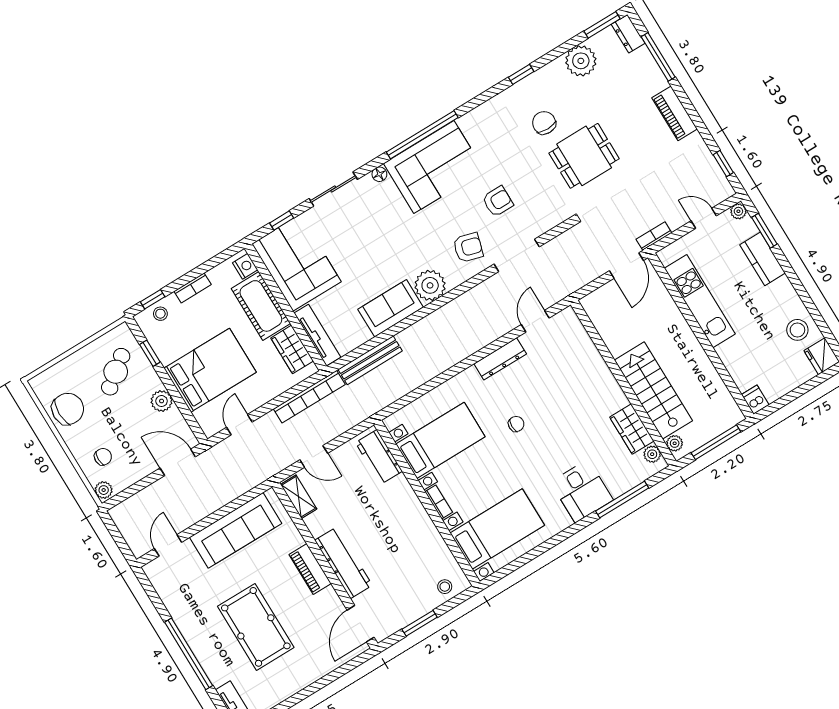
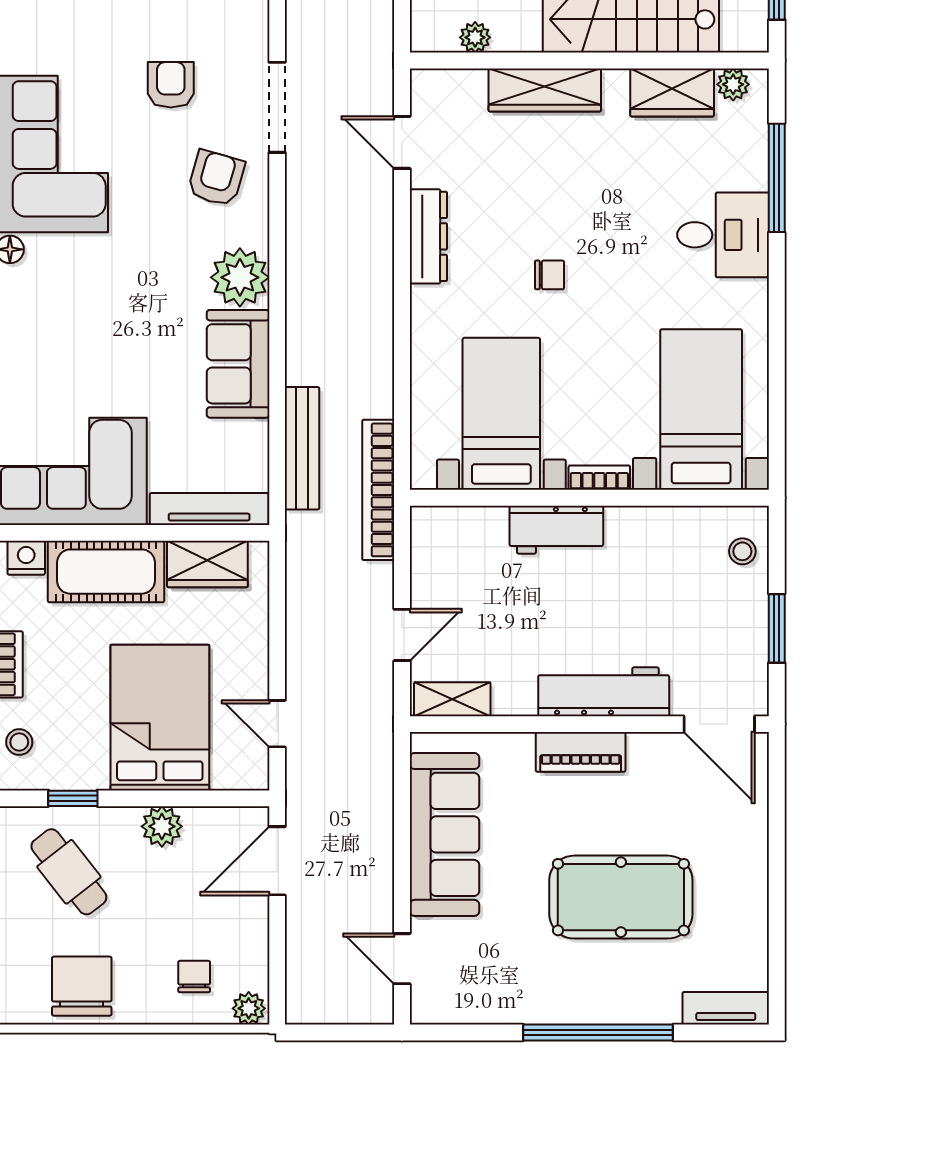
wardrobe: (598, 371) -> (545, 90), added
bookcase: (309, 397) -> (378, 490), moved, turned 180
chair: (516, 424) -> (550, 275), turned 90
plant: (675, 443) -> (475, 37), moved
workbench: (379, 457) -> (556, 530), moved

